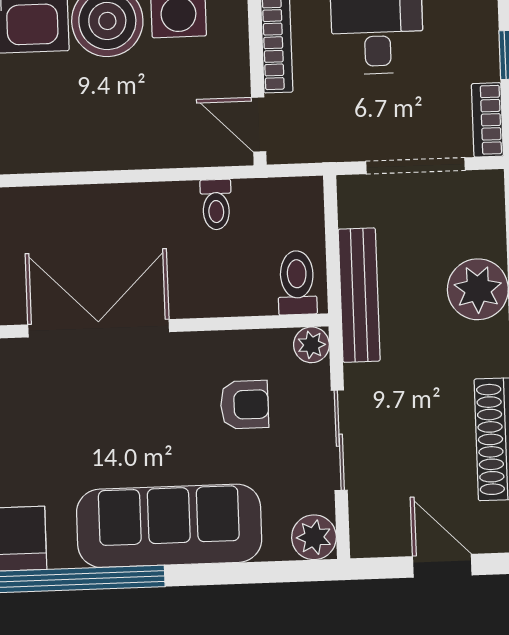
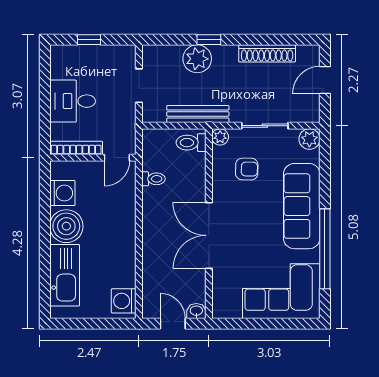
bookcase: (487, 120) -> (119, 51), removed
doorway: (416, 166) -> (139, 86), width x0.73
armchair: (244, 405) -> (247, 169), turned 91

